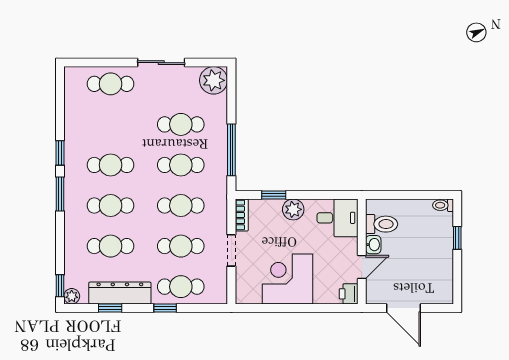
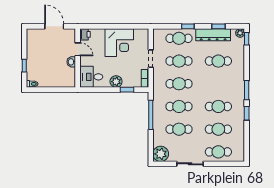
cafe table: (111, 206) -> (218, 129), moved
toilet: (382, 224) -> (67, 73), removed
door: (362, 267) -> (78, 49), swing flipped

